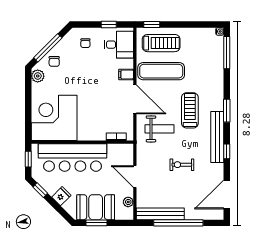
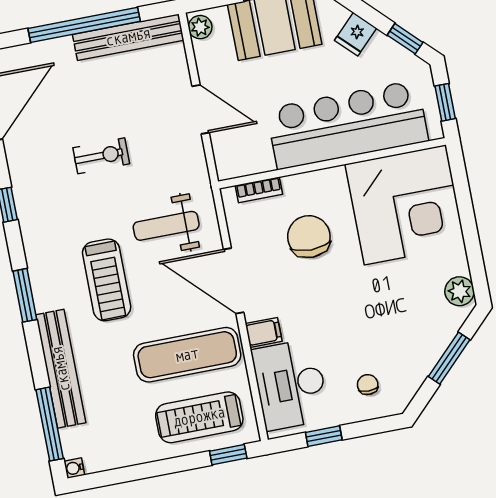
desk: (119, 45) -> (290, 385), width x1.37
window: (48, 48) -> (449, 358), width x0.69
chair: (54, 61) -> (309, 237), moved, width x1.87, depth x1.87
bench: (217, 137) -> (61, 369), moved
plant: (128, 202) -> (200, 27), moved

